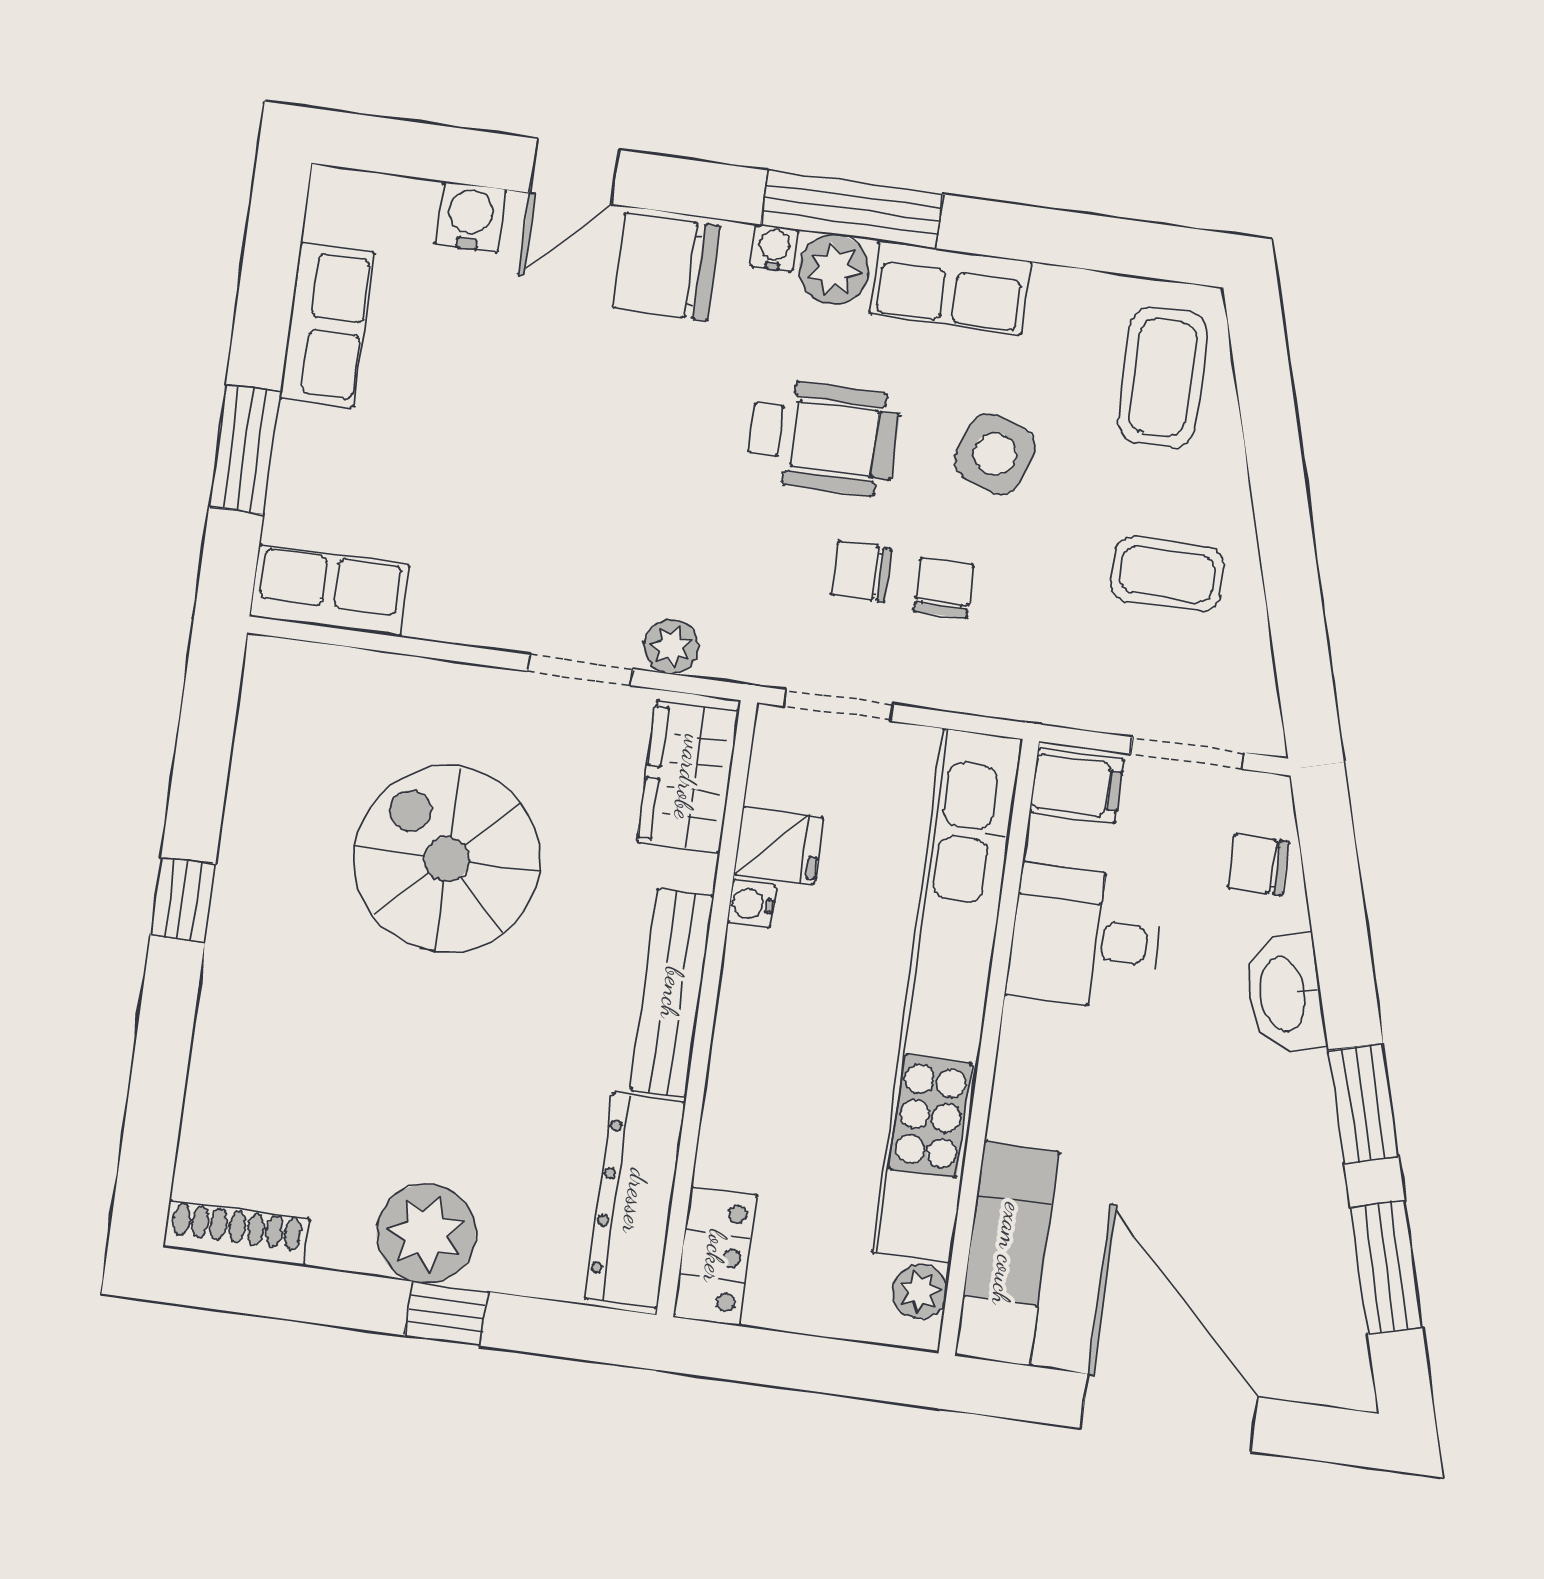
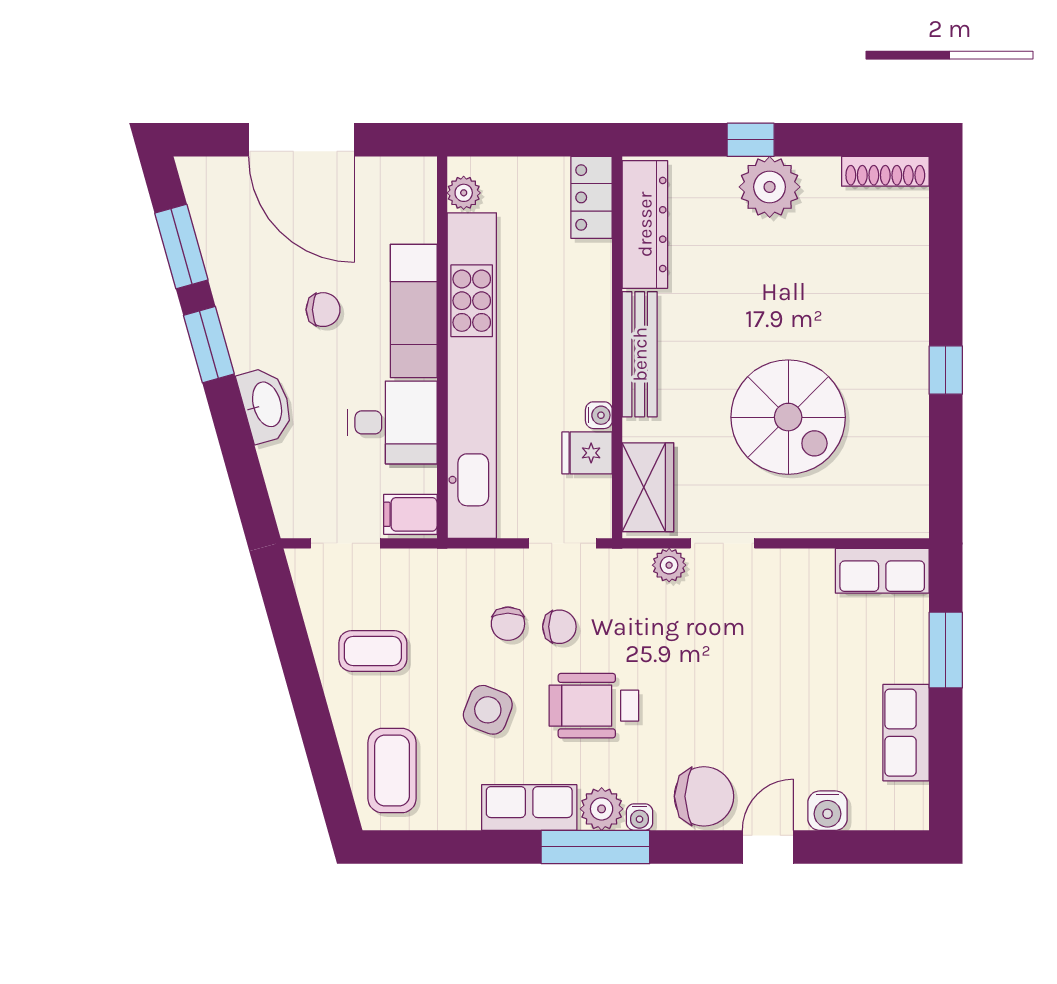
chair: (1258, 865) -> (323, 310), moved
exam couch: (1007, 1254) -> (414, 311), moved

